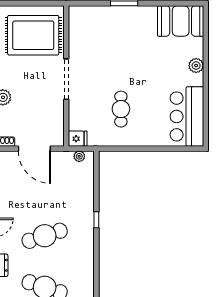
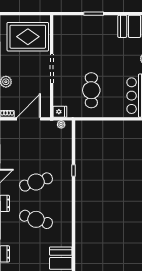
cafe table: (121, 109) -> (91, 90), width x1.37, depth x1.35
door: (34, 149) -> (29, 119), swing flipped

